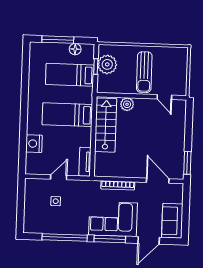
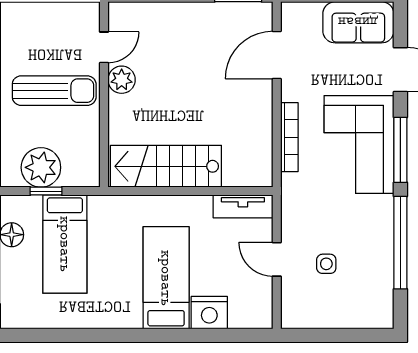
plant: (127, 104) -> (122, 80), moved
bed: (67, 115) -> (166, 278), moved, turned 180

